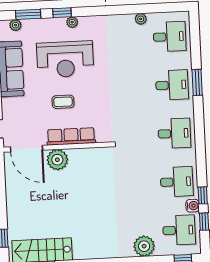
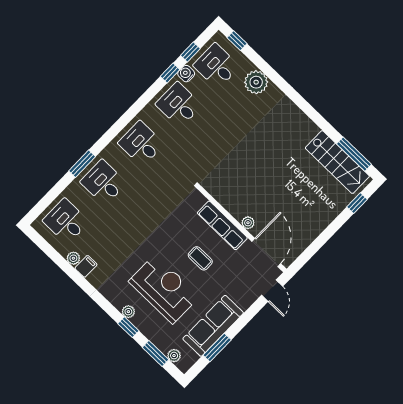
filing cabinet: (128, 22) -> (86, 266), added
plant: (57, 160) -> (248, 223), width x0.53, depth x0.53

